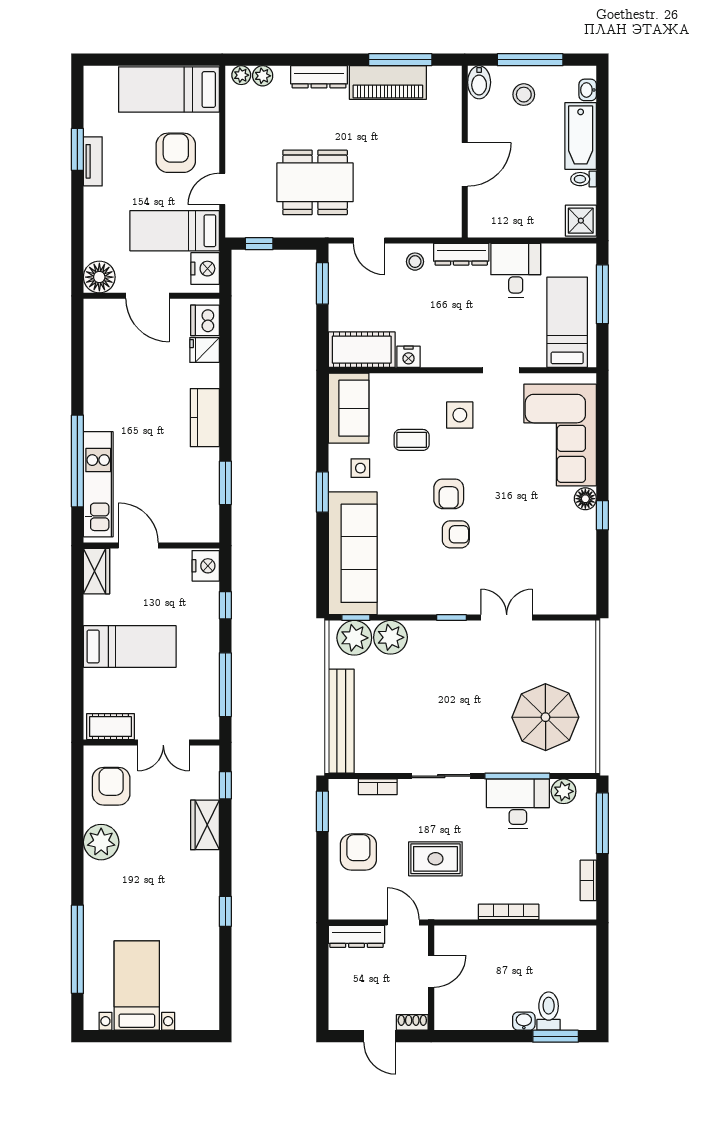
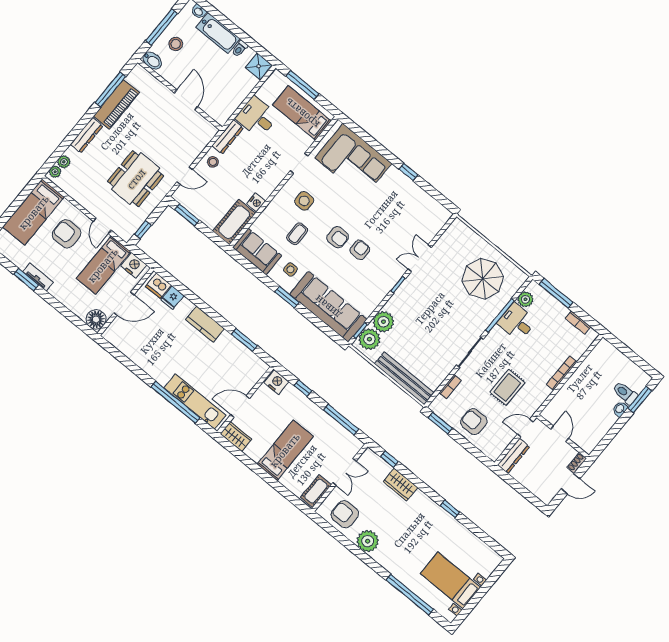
floor lamp: (585, 499) -> (394, 174), removed
desk: (518, 804) -> (517, 322), width x0.73

